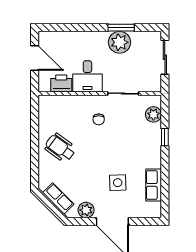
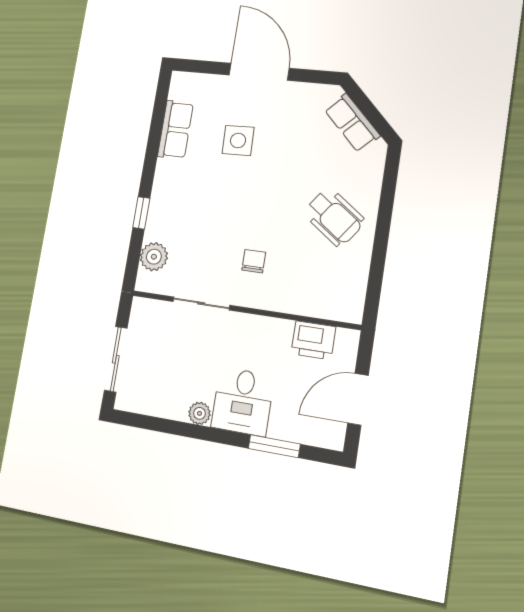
window: (121, 28) -> (274, 446), moved
plant: (120, 42) -> (199, 413), width x0.53, depth x0.53
door: (35, 58) -> (358, 399), hinge flipped
desk: (87, 76) -> (243, 401), moved, turned 180
plant: (86, 210) -> (303, 96), removed

